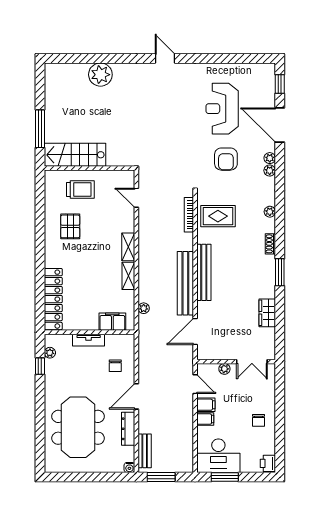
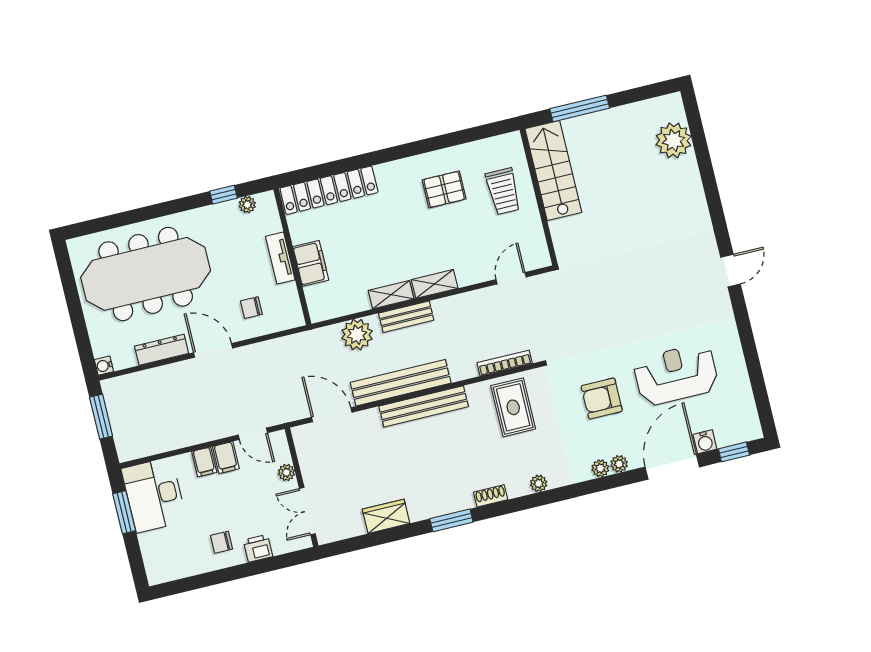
plant: (100, 75) -> (673, 140), moved
water cooler: (269, 101) -> (705, 442), added
plant: (144, 308) -> (357, 335), width x1.88, depth x1.88
filing cabinet: (112, 322) -> (311, 263), moved
door: (195, 384) -> (253, 434), hinge flipped
meeting table: (78, 427) -> (146, 274), width x1.36
bench: (145, 451) -> (406, 317), moved
printer: (268, 463) -> (258, 548), moved

